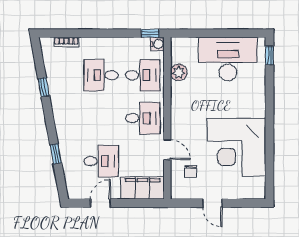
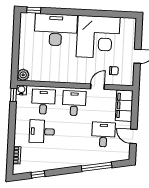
desk: (228, 59) -> (56, 30), moved, turned 90
plant: (179, 72) -> (23, 75), moved
desk: (101, 75) -> (42, 131), turned 90
window: (44, 87) -> (38, 174), moved
window: (56, 154) -> (97, 167), width x2.17

